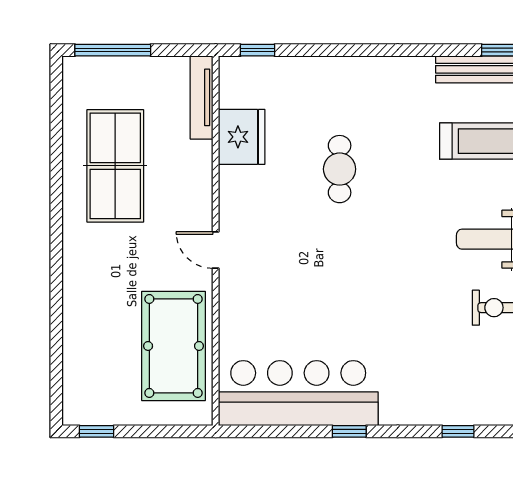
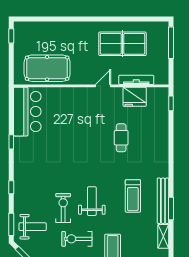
tv unit: (201, 97) -> (136, 80), moved
cafe table: (340, 169) -> (121, 138), turned 90
door: (216, 250) -> (103, 86), moved
bar counter: (298, 393) -> (27, 112), width x0.73

